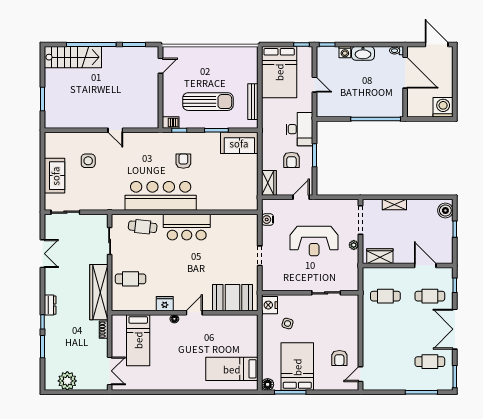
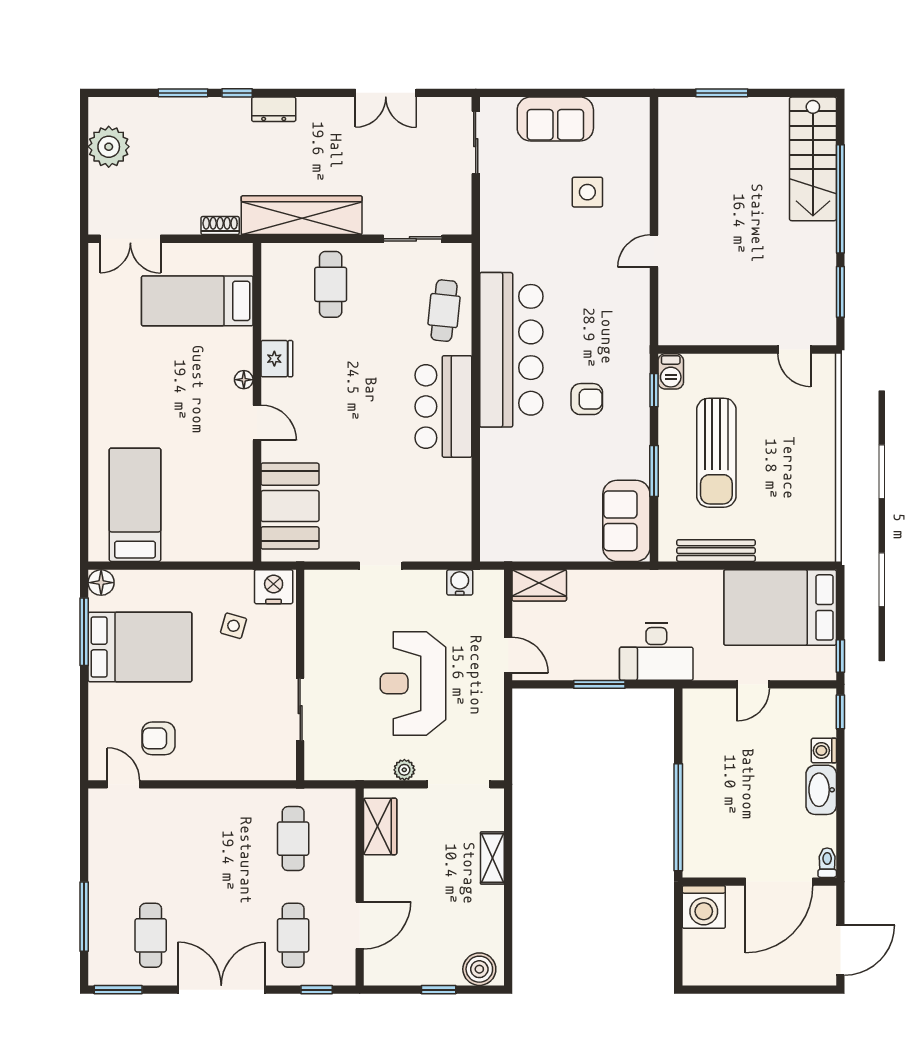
washing machine: (443, 107) -> (704, 907), moved, turned 90
armchair: (292, 160) -> (589, 634), removed

